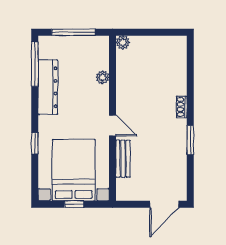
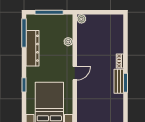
door: (113, 125) -> (75, 73), hinge flipped
bench: (123, 159) -> (119, 81), moved

